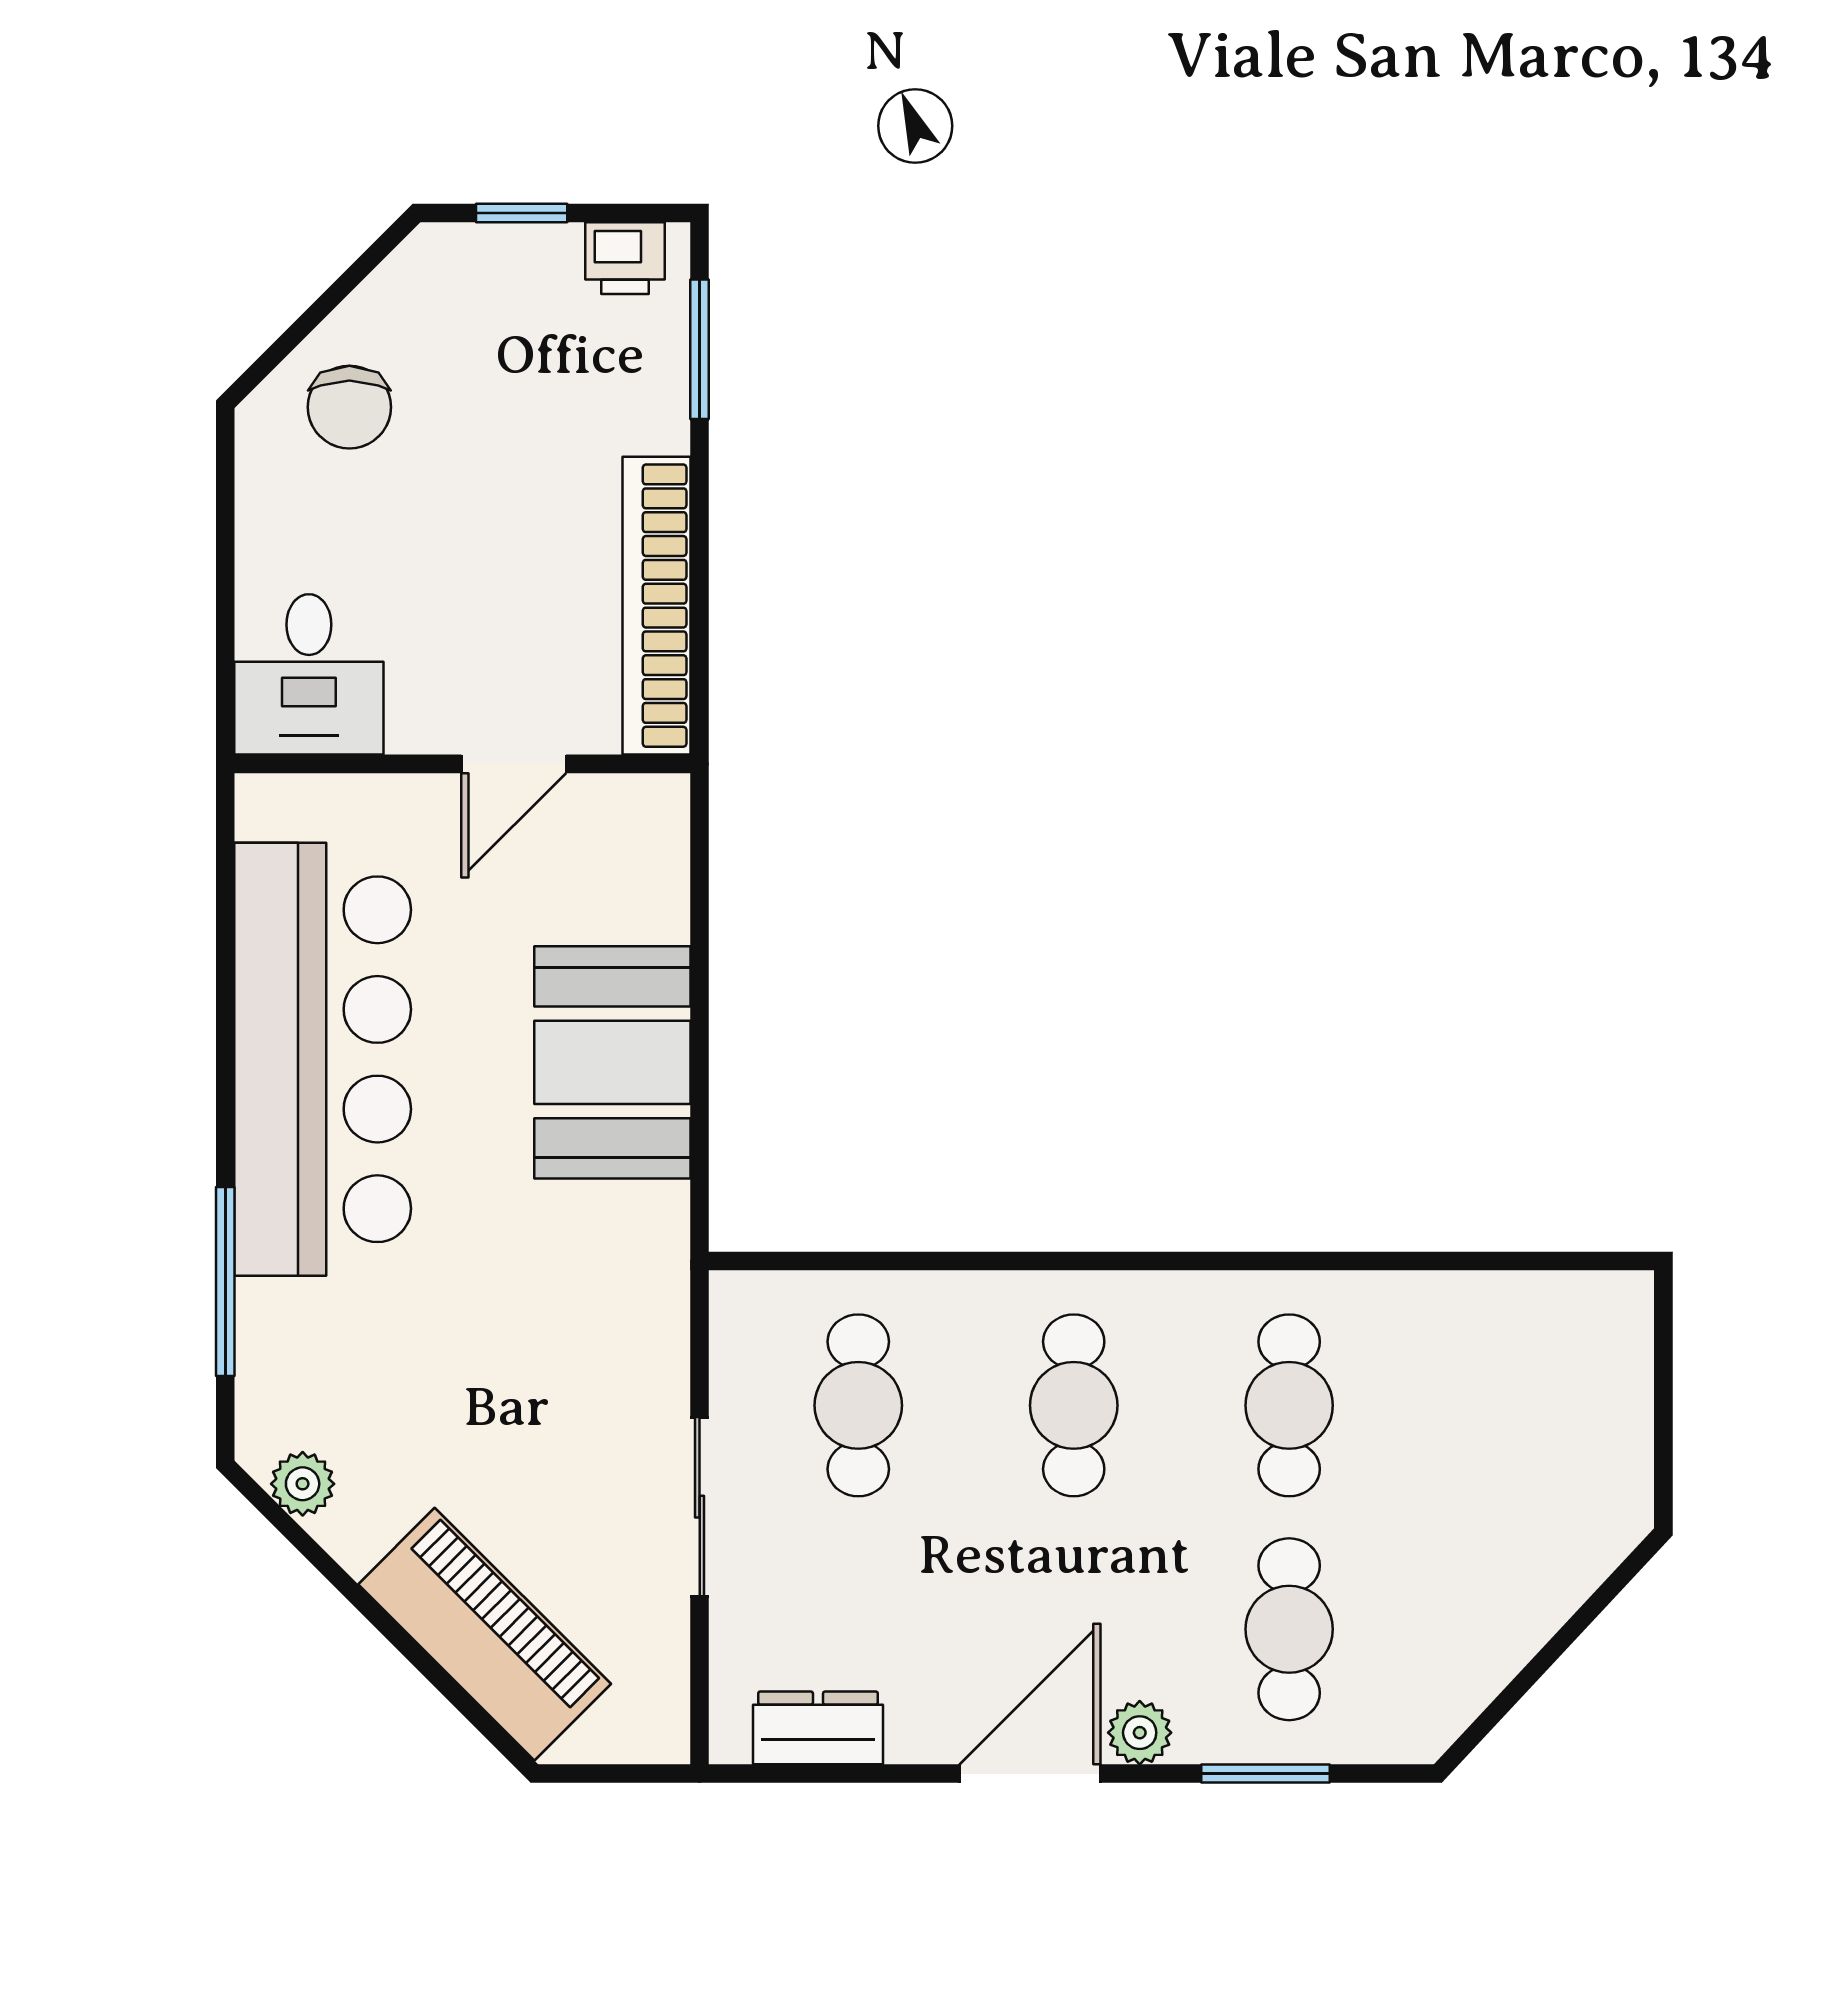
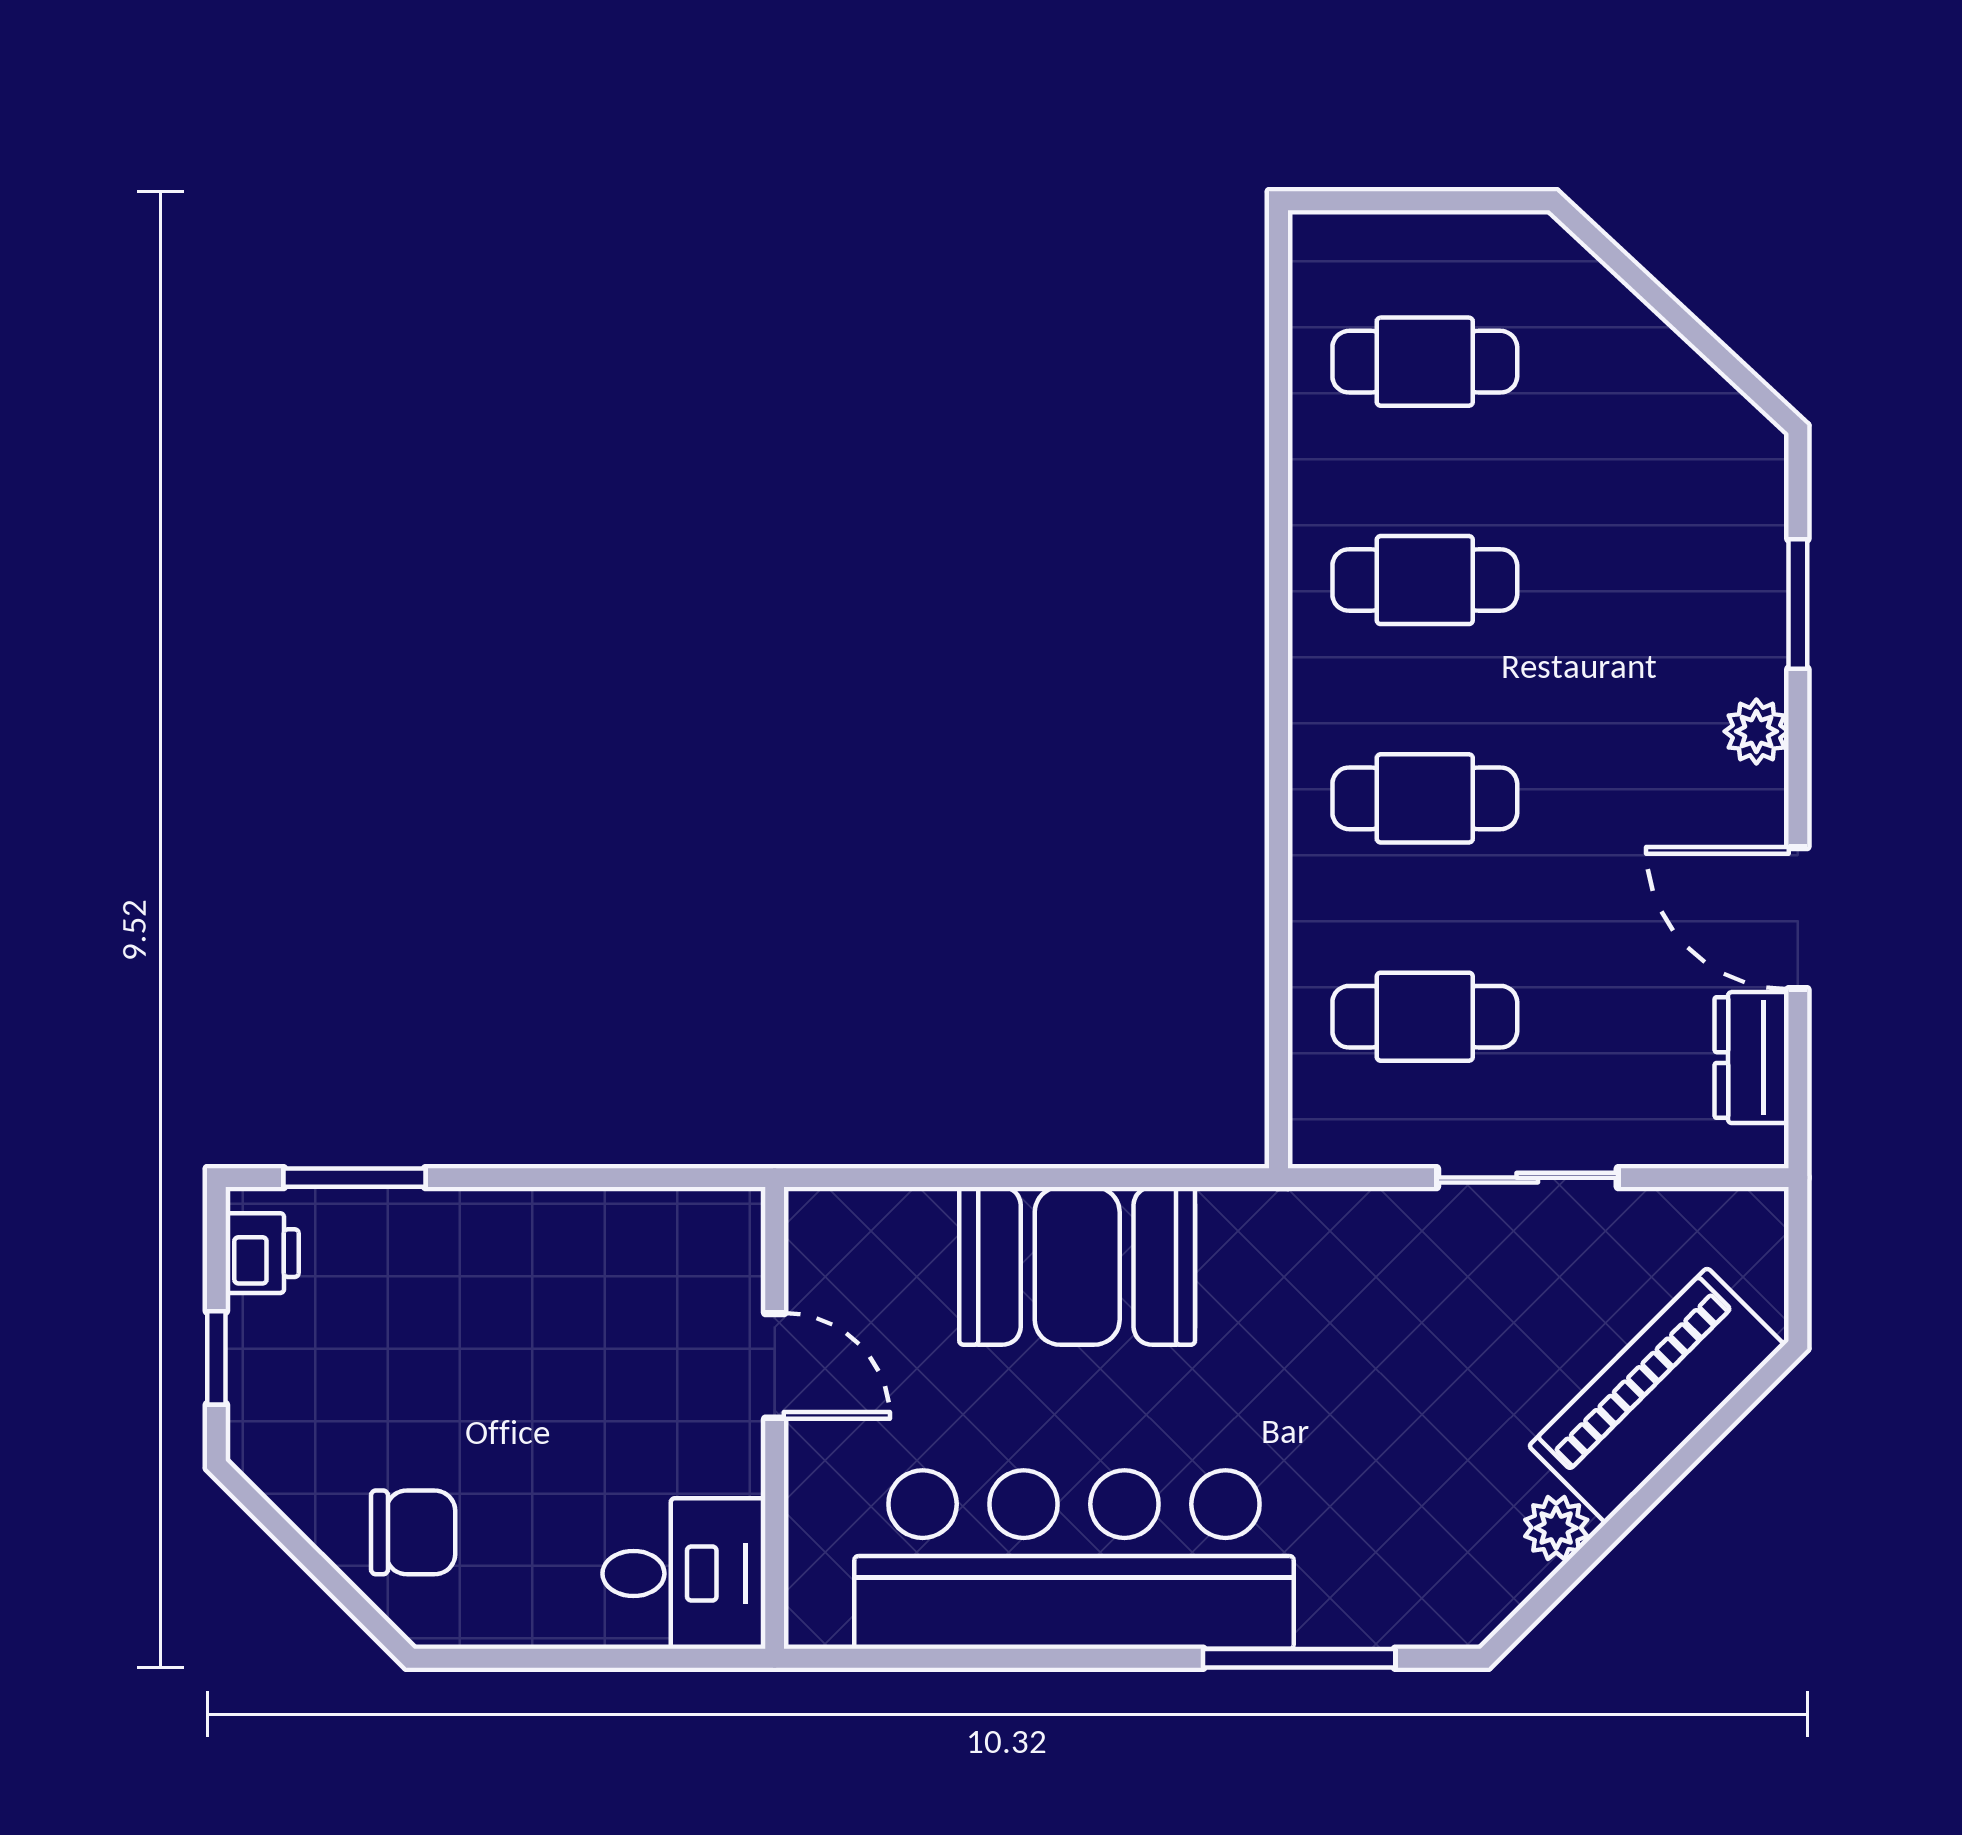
bookcase: (656, 606) -> (614, 1221), removed
plant: (303, 1484) -> (1556, 1528), moved
cafe table: (1289, 1629) -> (1425, 362), moved
door: (1030, 1774) -> (1798, 918), moved

